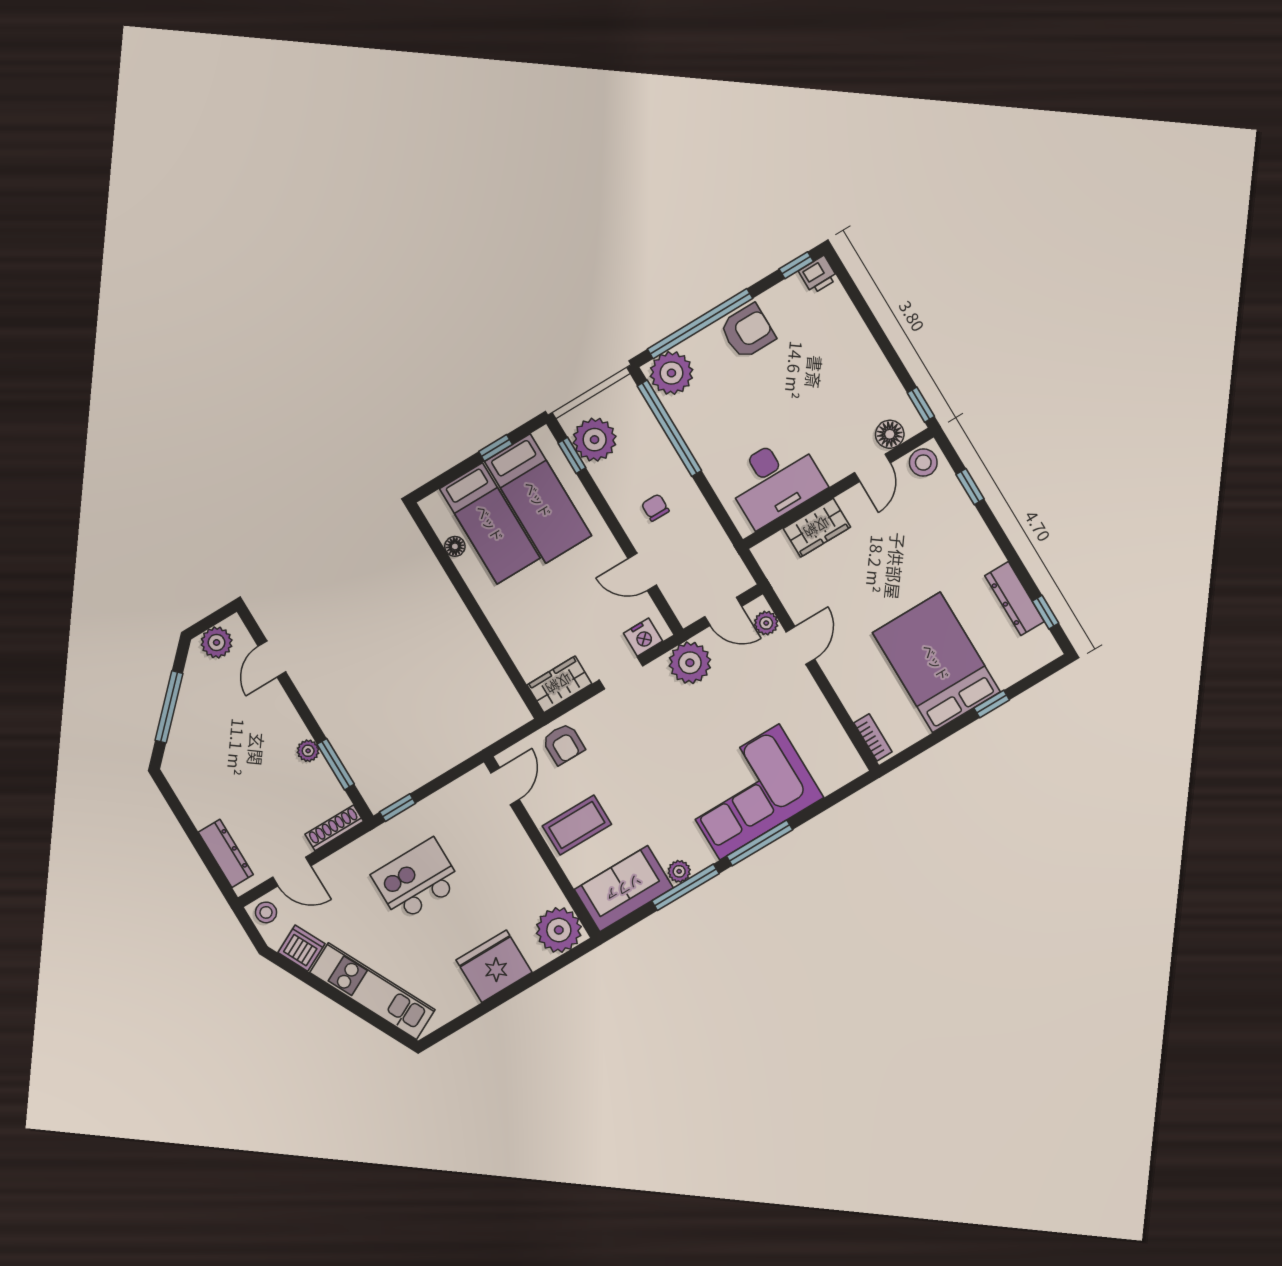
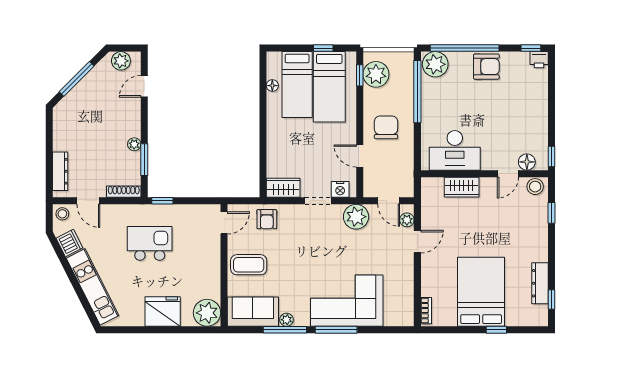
chair: (655, 508) -> (386, 127), width x1.87, depth x1.87

